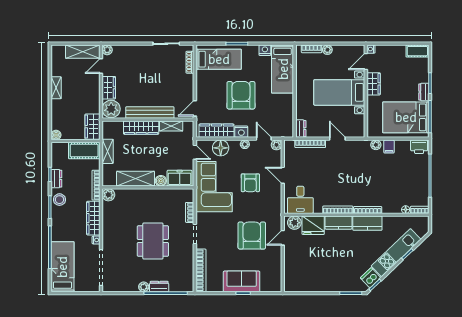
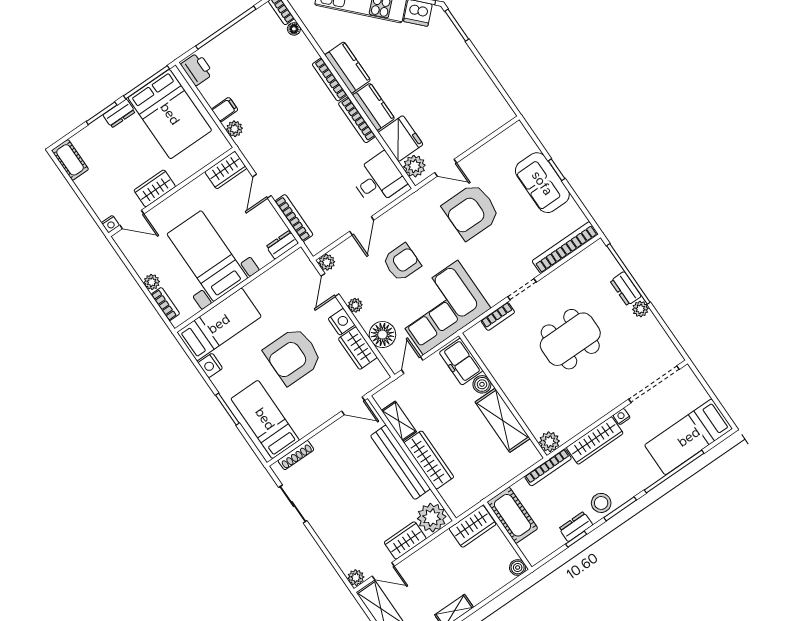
bed with nightstands: (339, 92) -> (207, 256), moved, turned 180
wardrobe: (358, 126) -> (226, 170), added
wardrobe: (217, 131) -> (358, 348), width x0.67
shelving: (108, 151) -> (492, 483), removed

